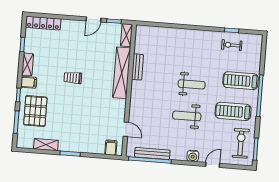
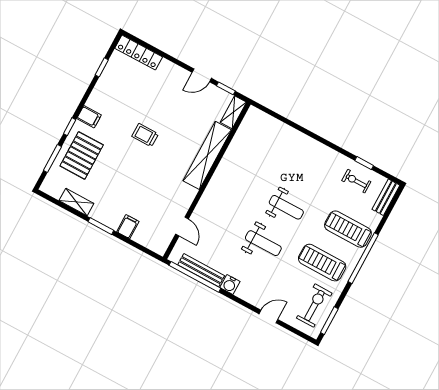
shelving: (28, 64) -> (97, 94), removed
bench: (138, 67) -> (386, 197), moved
weight bench: (187, 116) -> (263, 243), turned 180
filing cabinet: (111, 148) -> (128, 227), moved
water cooler: (193, 156) -> (230, 285), moved

